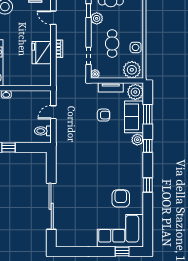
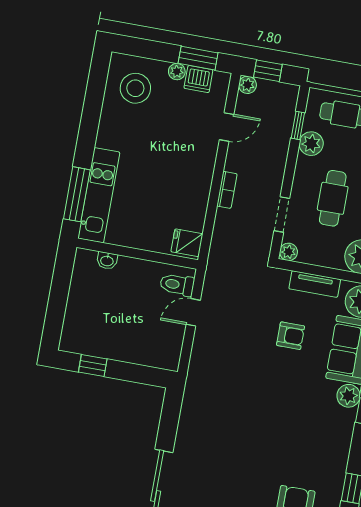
door: (53, 18) -> (227, 127), swing flipped
fridge: (42, 53) -> (187, 243), moved, width x0.53, depth x0.75
toilet: (43, 131) -> (177, 285), moved

